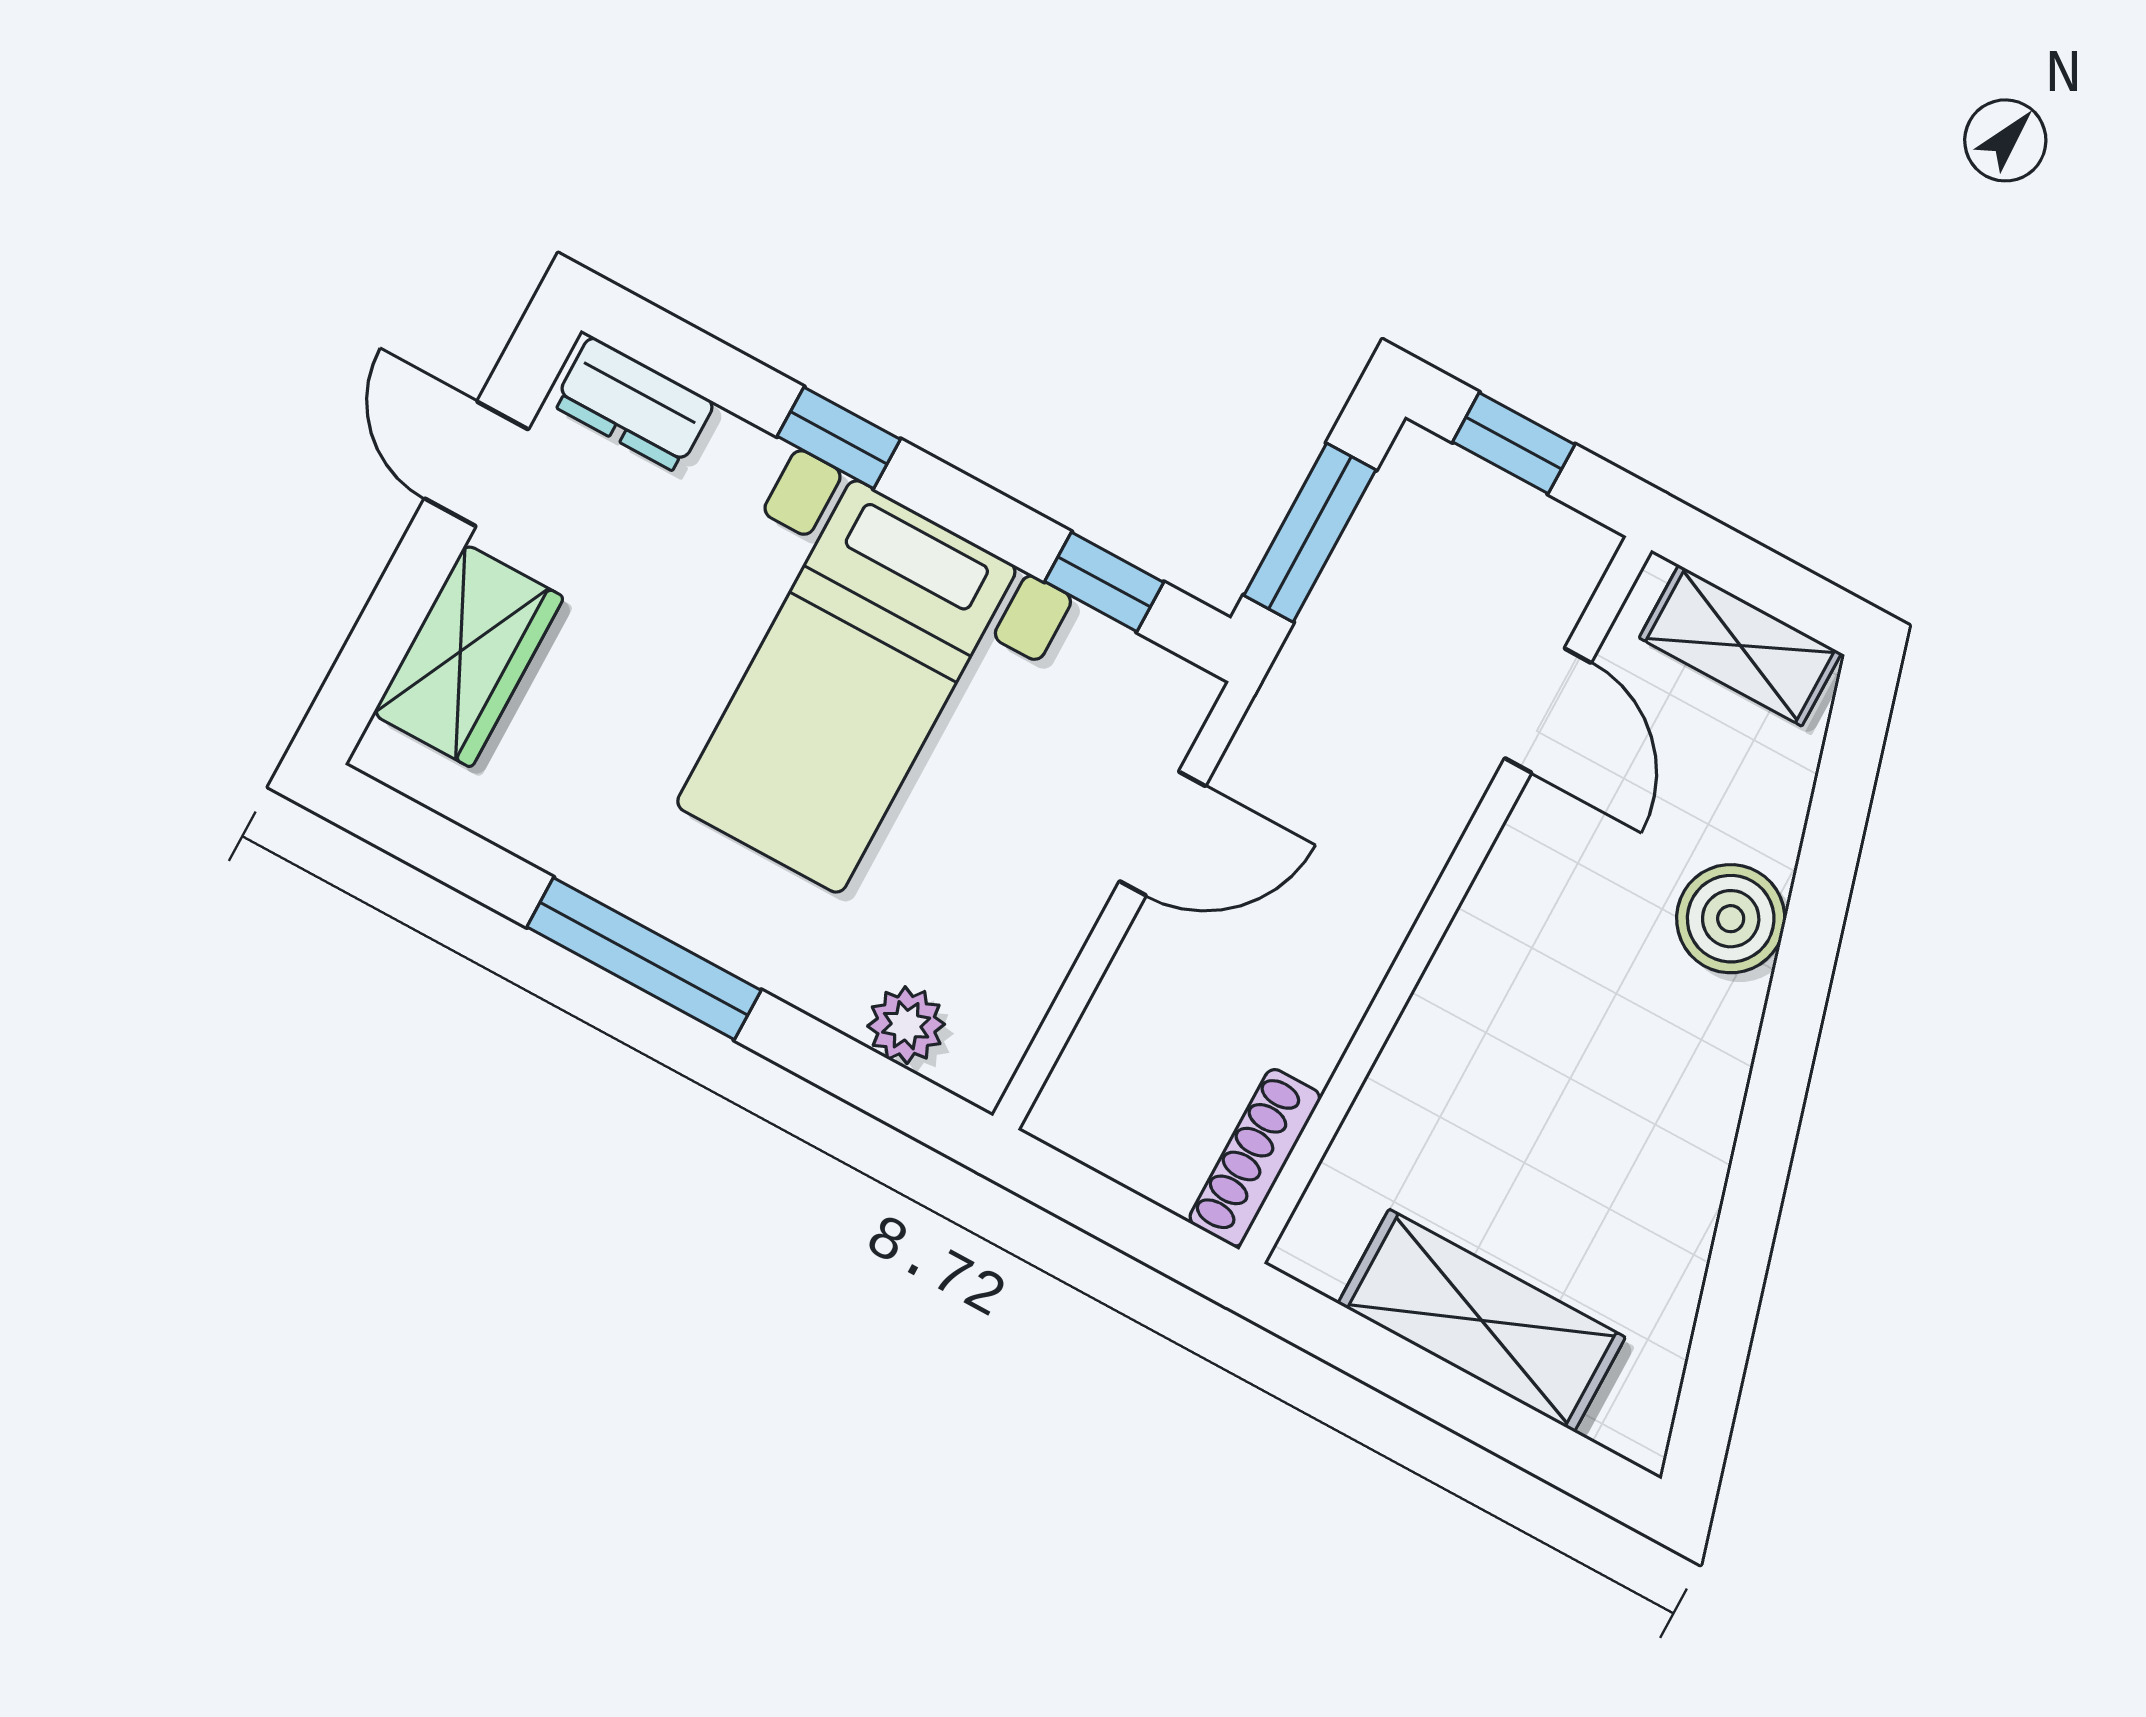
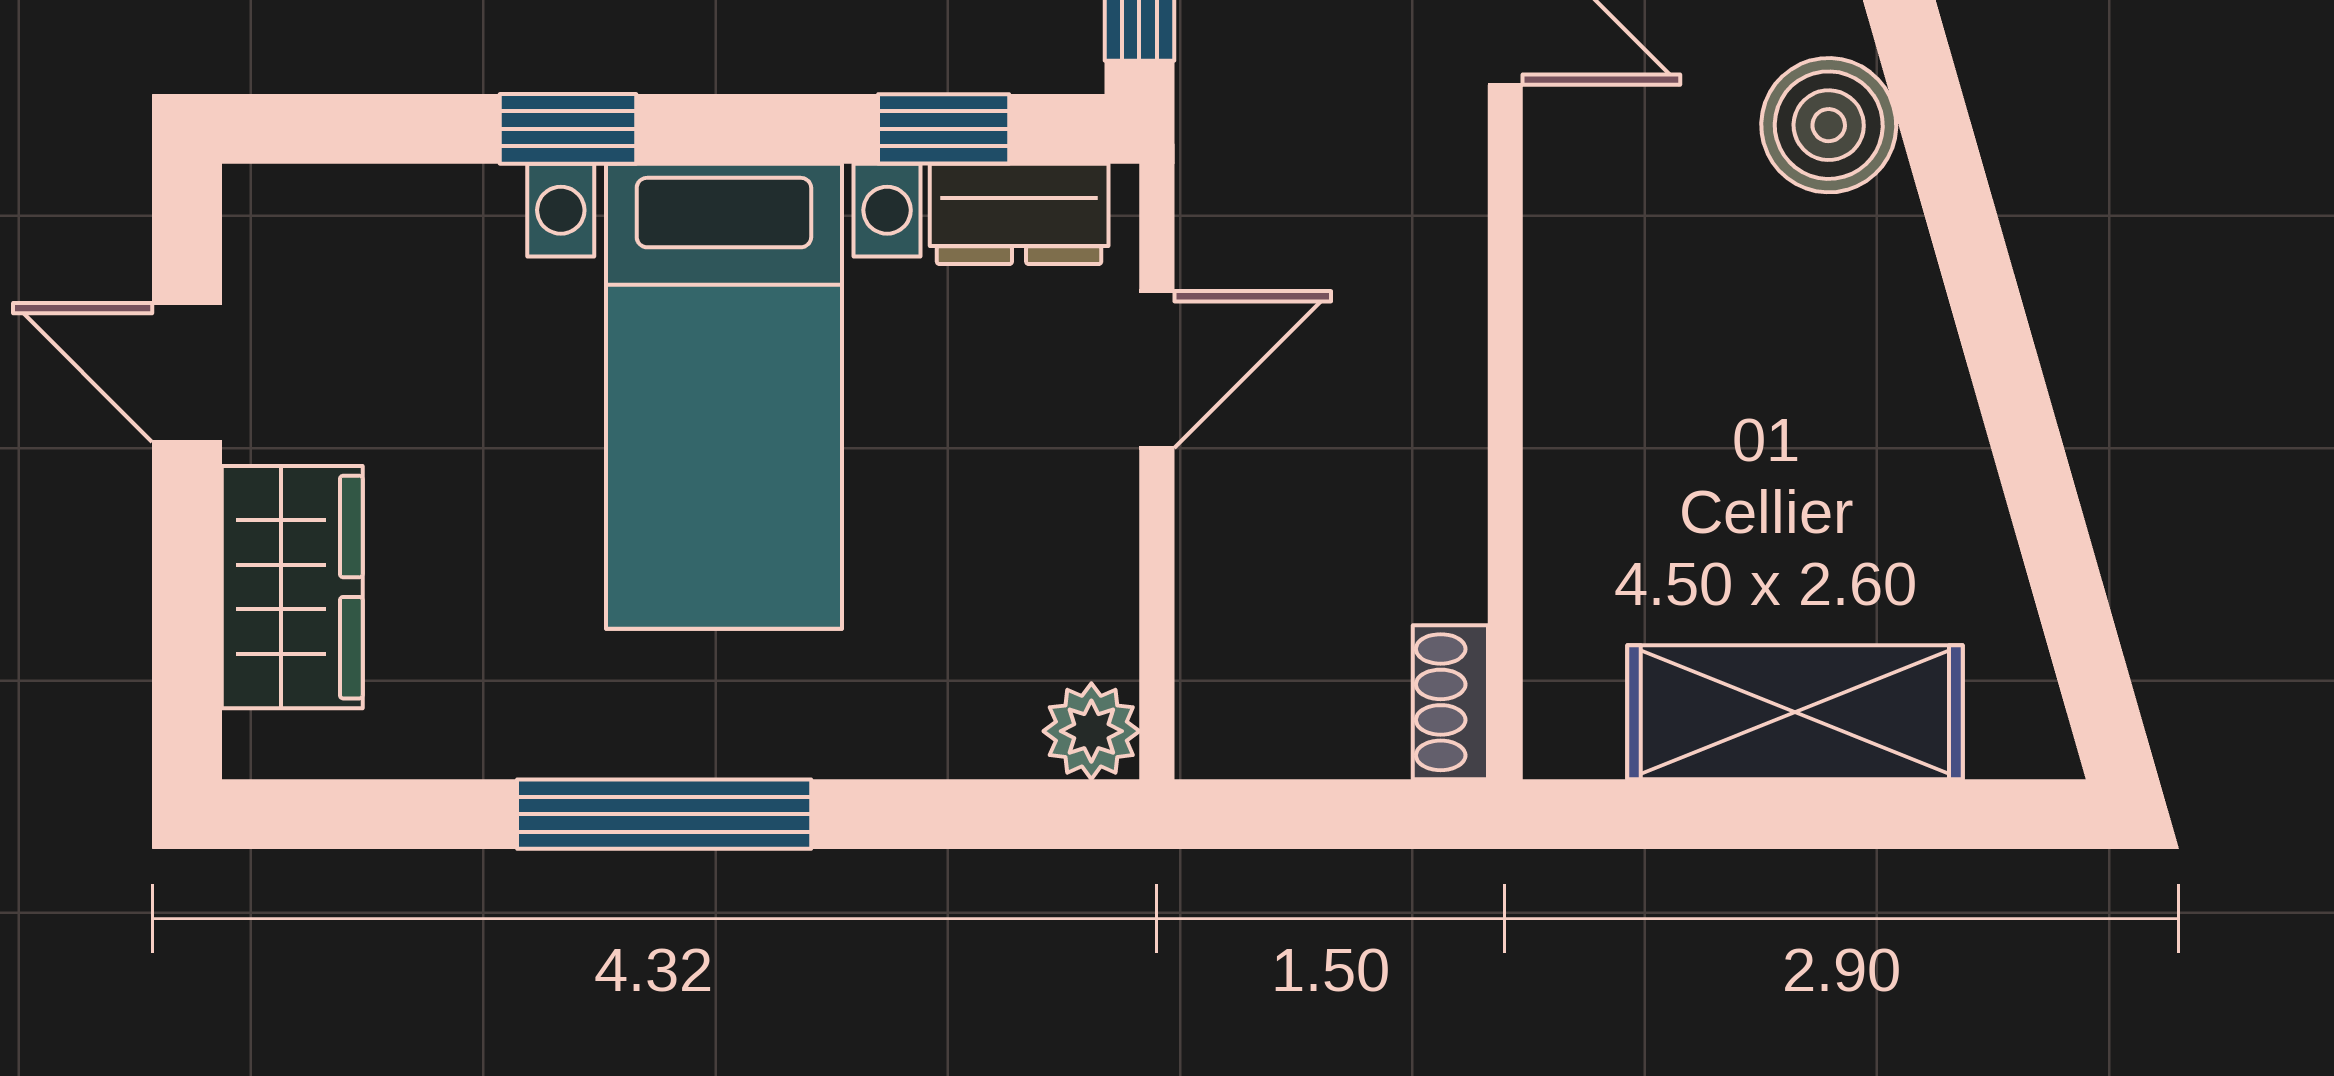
dresser: (634, 404) -> (1019, 214), moved
plant: (906, 1025) -> (1091, 731), moved
shoe rack: (1255, 1158) -> (1450, 702), width x0.70

